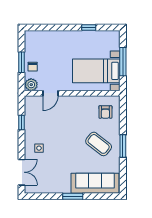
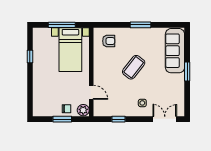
coffee table: (99, 144) -> (134, 67), moved

